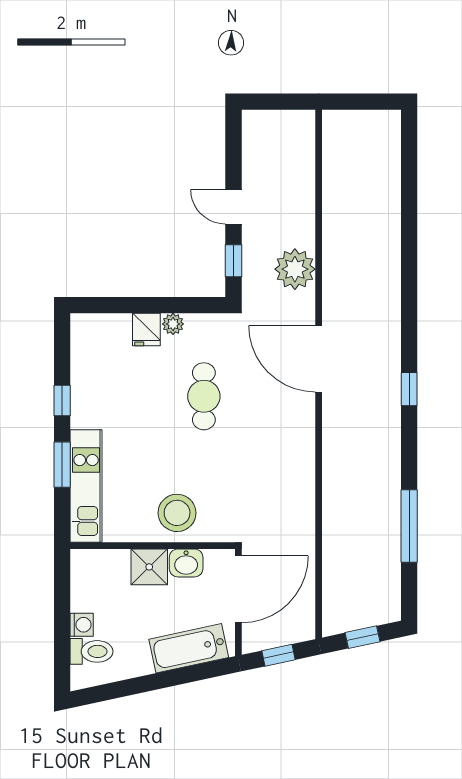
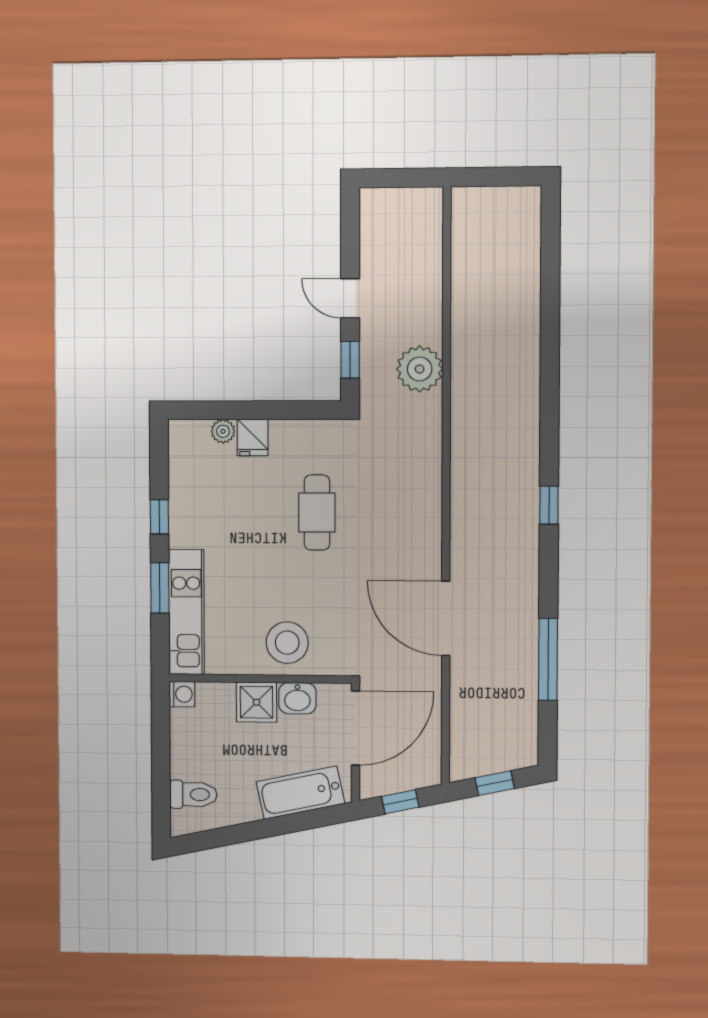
plant: (173, 324) -> (223, 431), moved
door: (319, 359) -> (446, 618), moved
washing machine: (82, 625) -> (182, 694), moved

